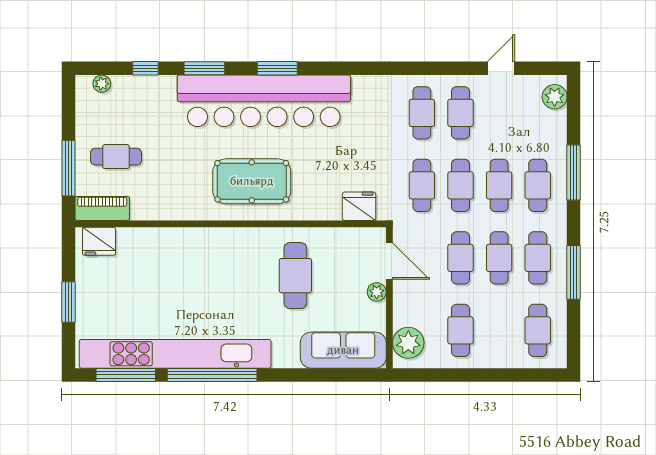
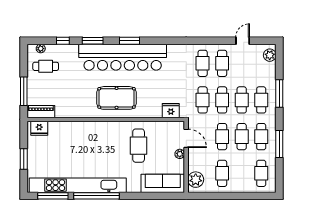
cafe table: (116, 157) -> (46, 66), moved

